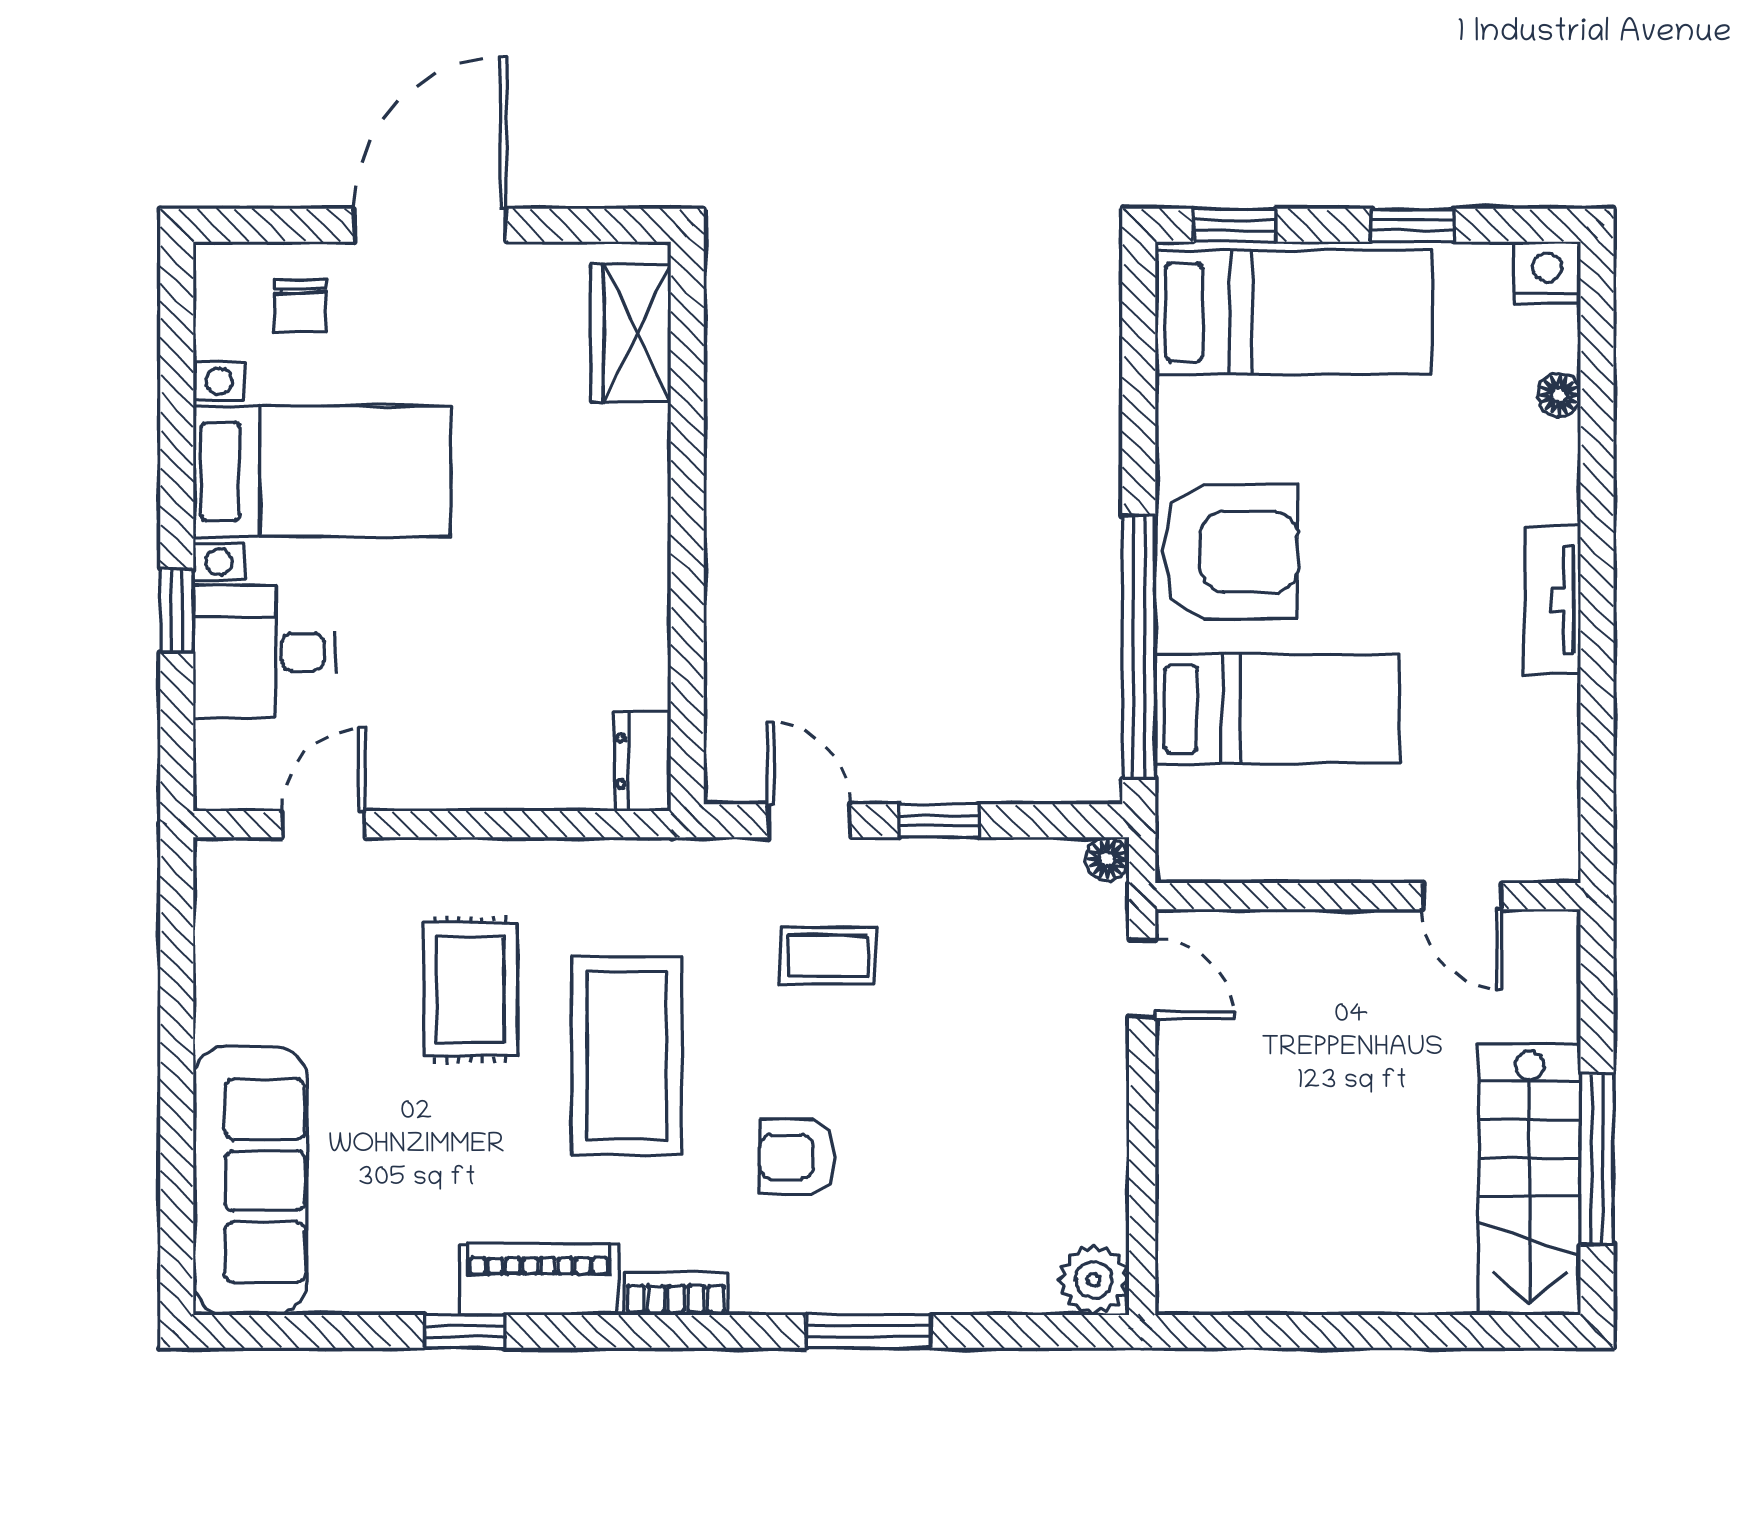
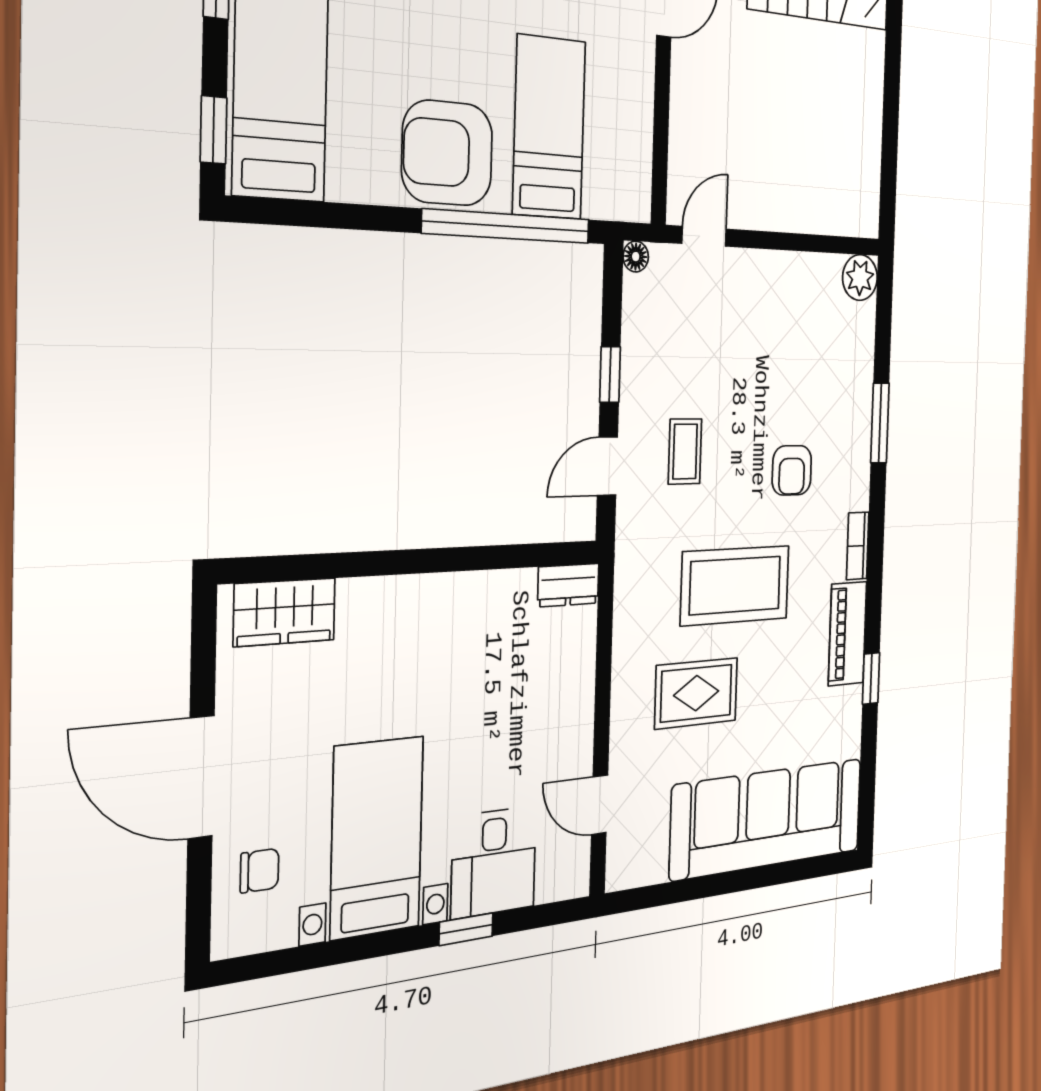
armchair: (1231, 552) -> (447, 153), turned -90
sofa: (250, 1181) -> (768, 819), width x1.36, depth x1.27

